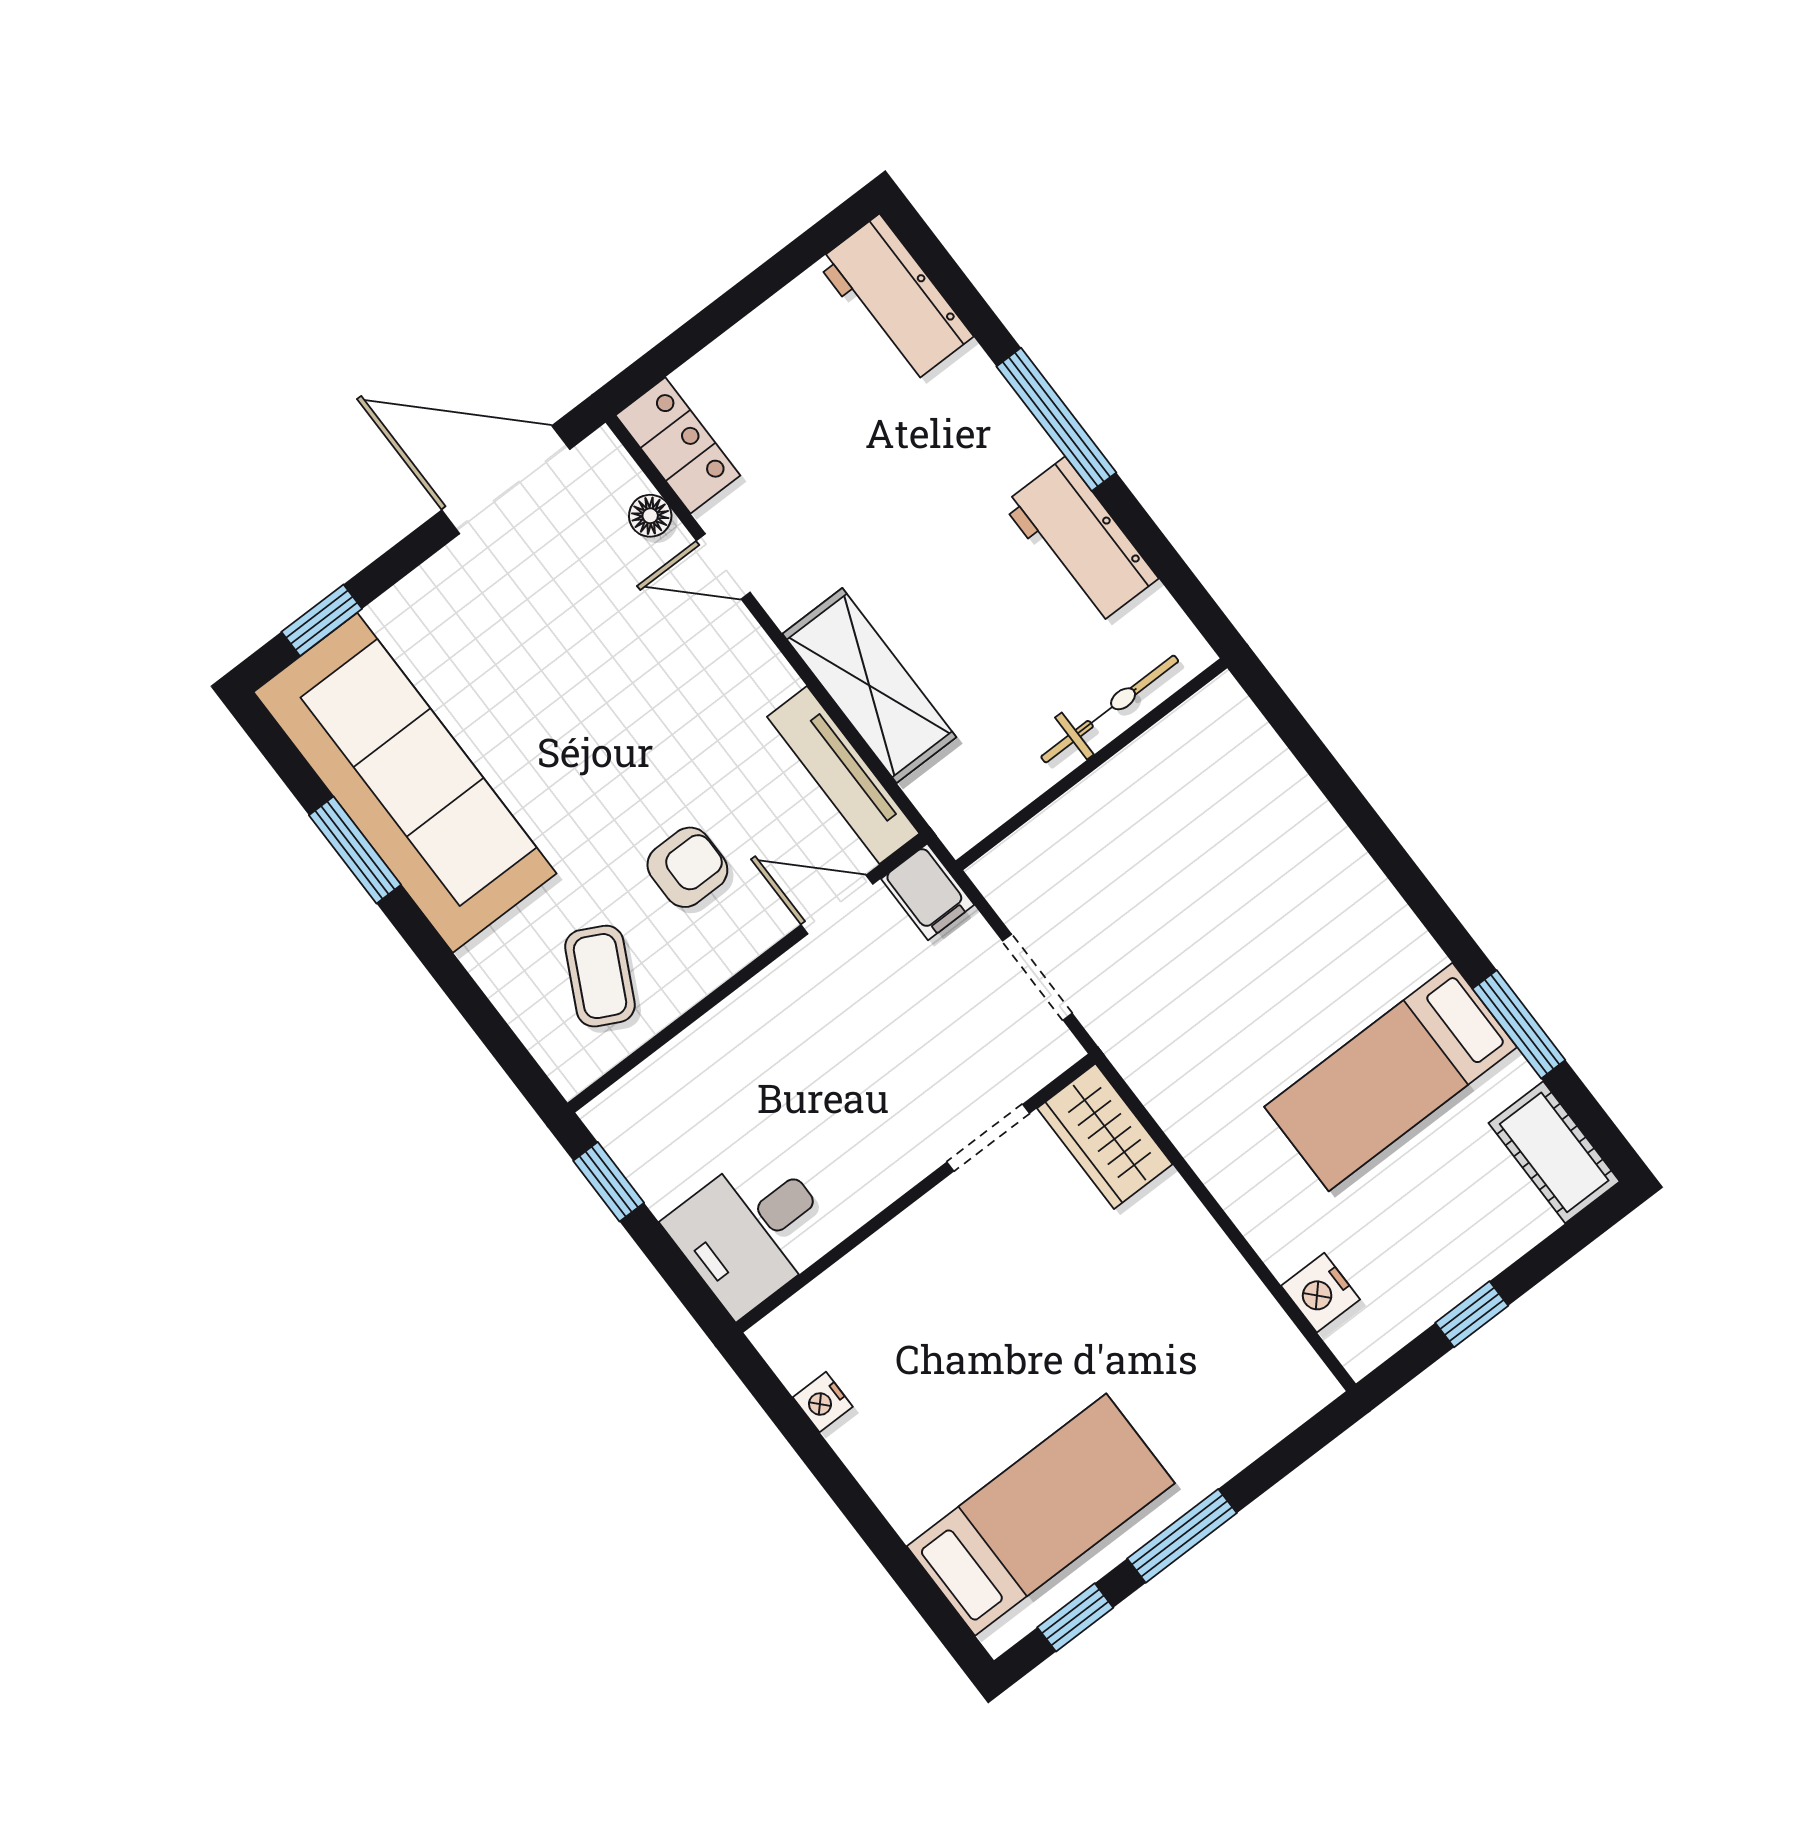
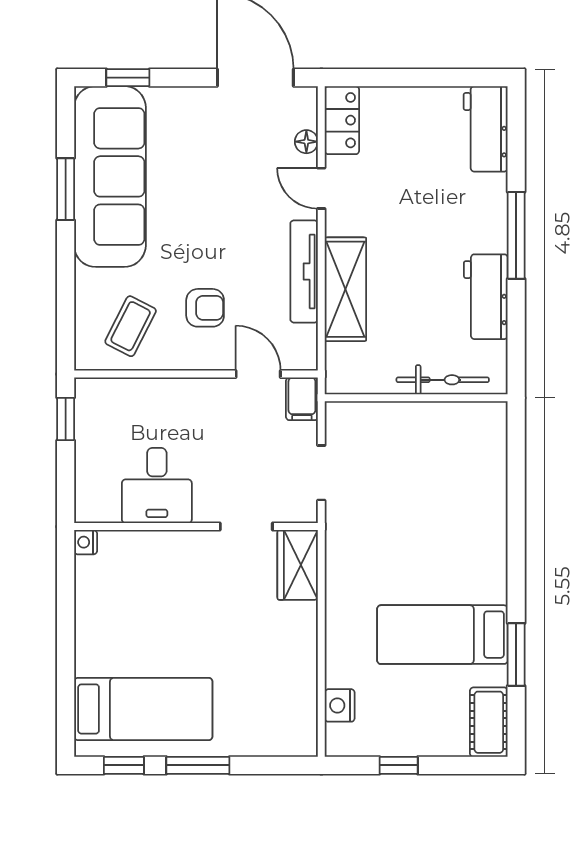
tv unit: (843, 775) -> (304, 271), moved
desk: (752, 1231) -> (157, 485), moved, turned -90
nightstand: (823, 1402) -> (86, 542), moved

